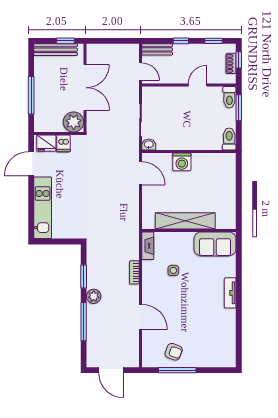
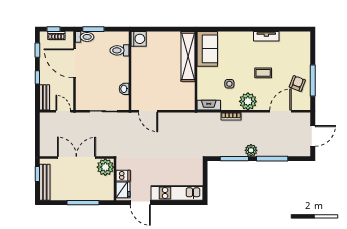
door: (140, 72) -> (63, 111), hinge flipped
door: (198, 85) -> (74, 63), width x1.88
toilet: (229, 139) -> (119, 50), moved
washbasin: (149, 145) -> (124, 89), moved
washing machine: (182, 162) -> (139, 39), moved
door: (140, 173) -> (148, 111), swing flipped
shelving: (185, 221) -> (188, 56), moved
window: (84, 277) -> (234, 159), width x1.44
plant: (152, 293) -> (248, 101), added
tv unit: (230, 293) -> (266, 36), moved
coffee table: (186, 311) -> (263, 73), added
door: (140, 317) -> (280, 111), moved

